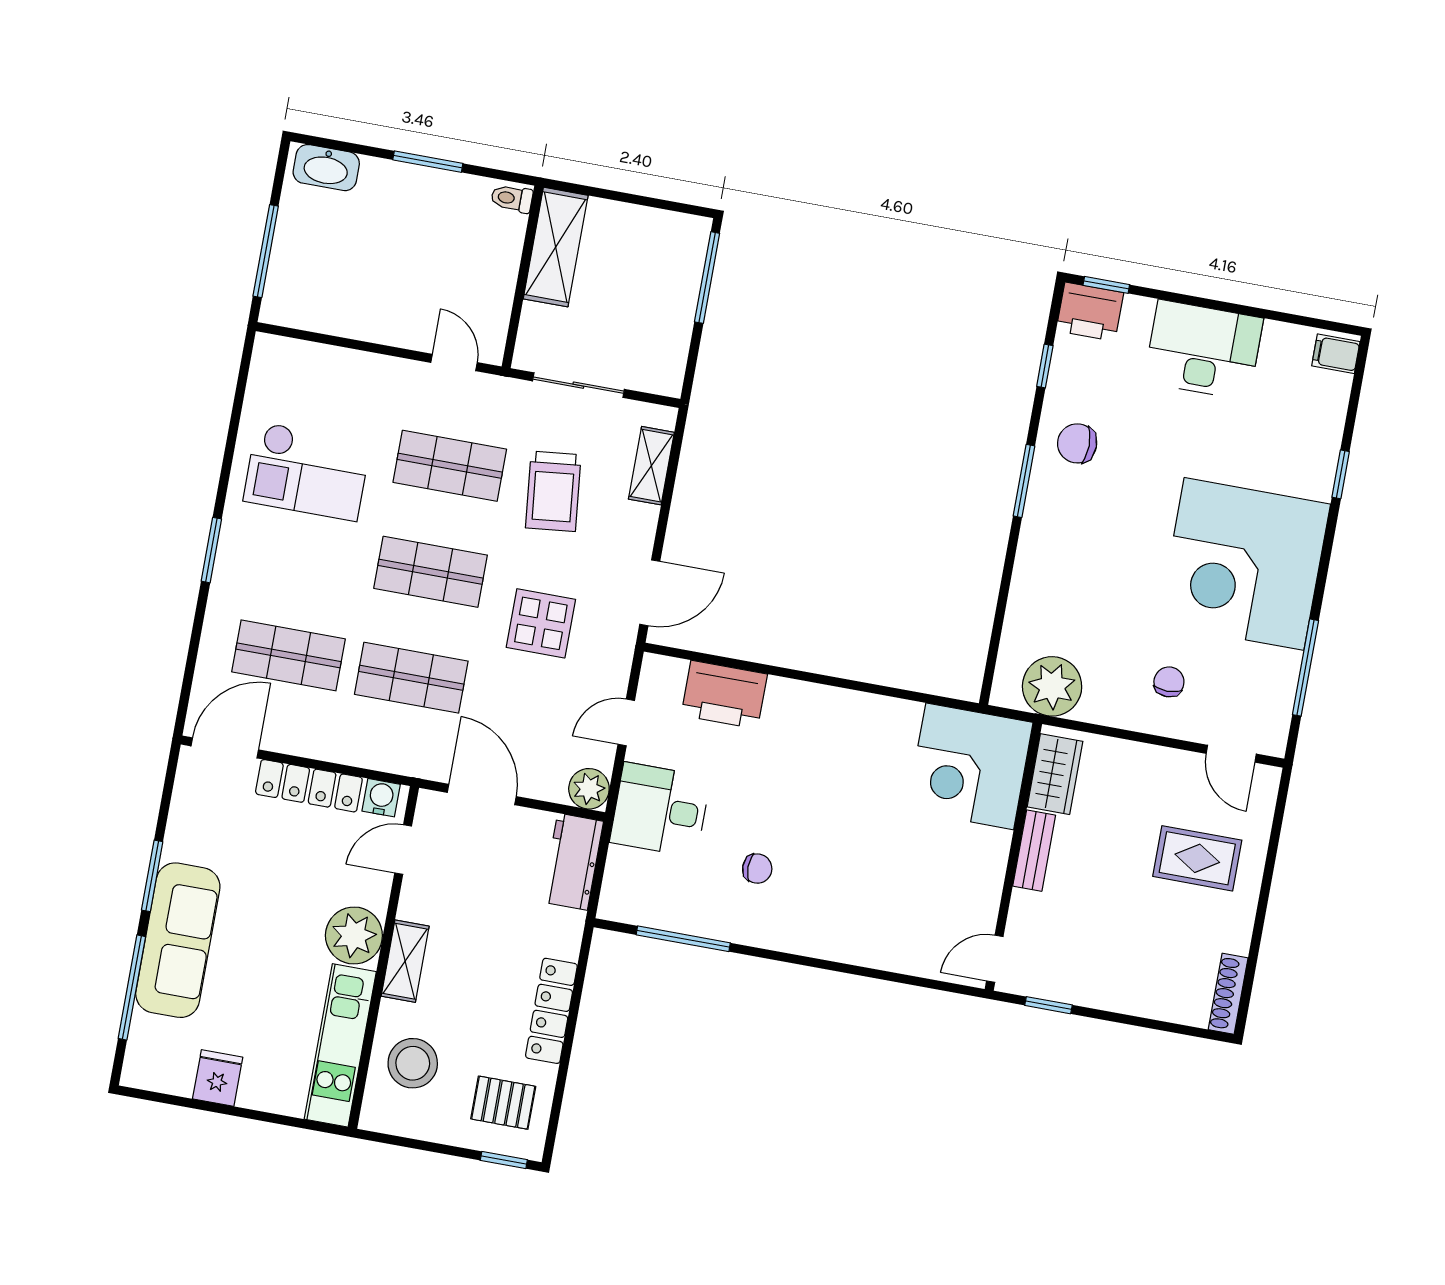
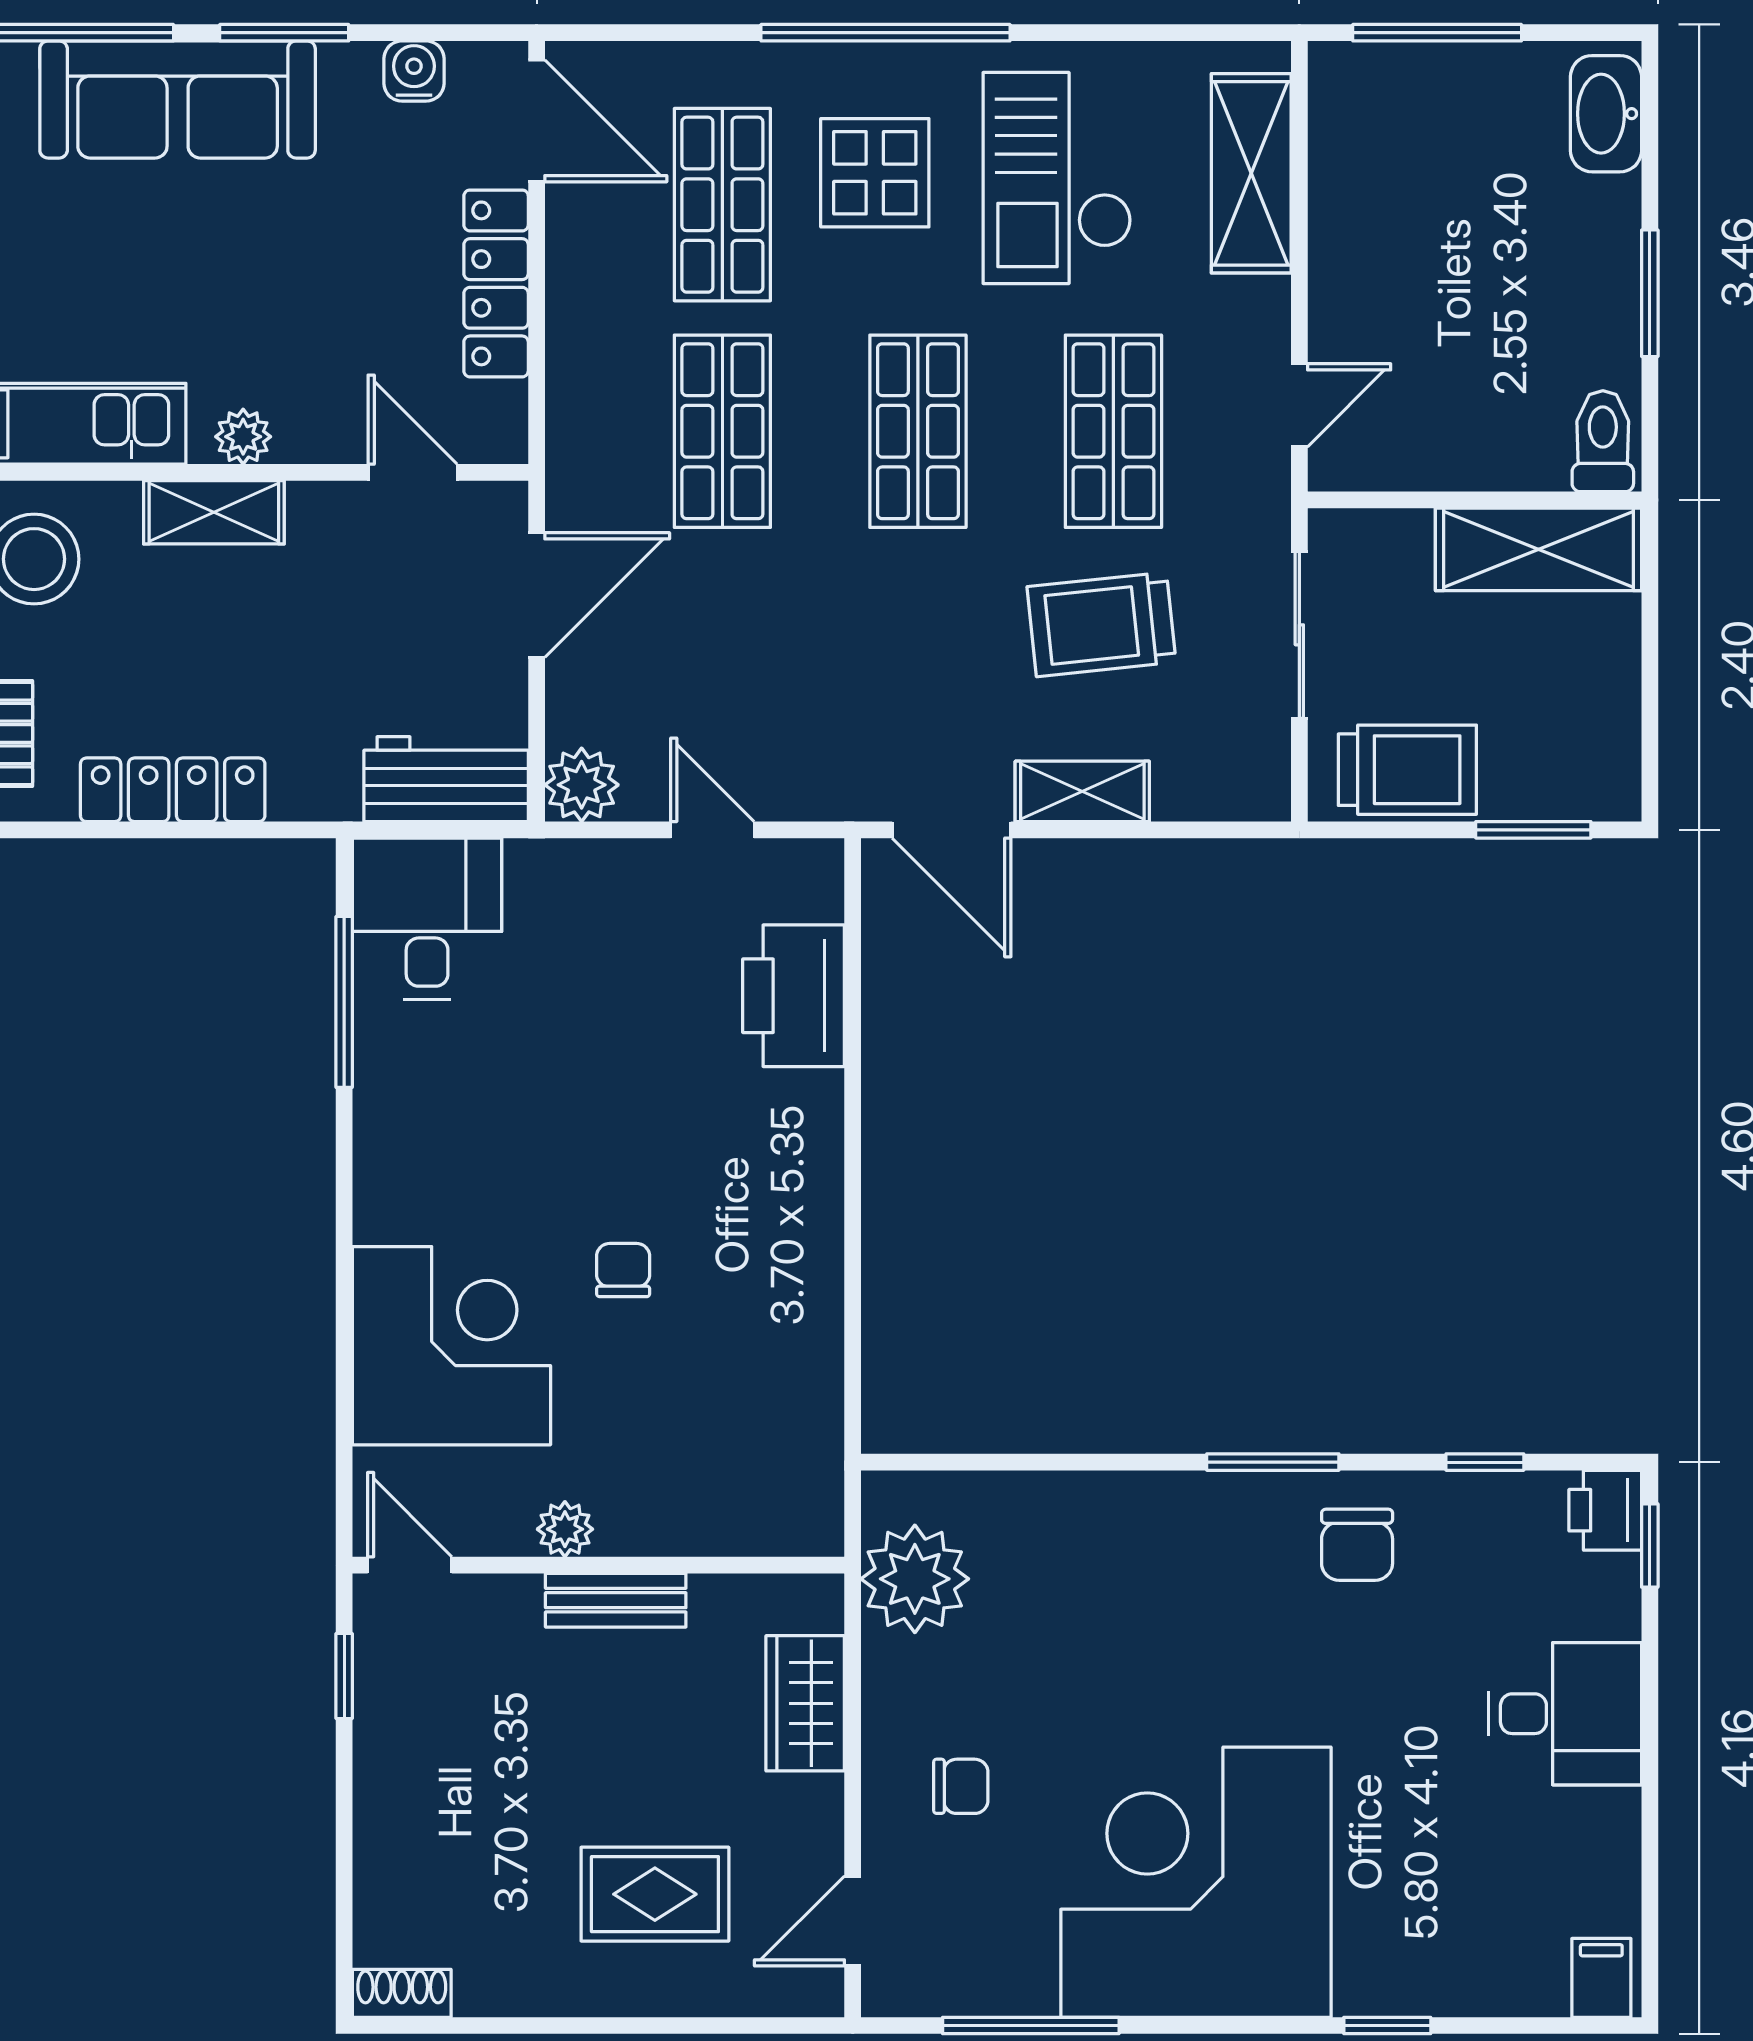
toilet: (512, 198) -> (1603, 441), width x1.37, depth x1.39
window: (707, 278) -> (1533, 830), width x0.69
printer: (1090, 312) -> (1605, 1510), width x0.73, depth x0.81
trolley: (662, 340) -> (1407, 770), added
desk: (1203, 350) -> (1565, 1714), width x0.73
shelving: (324, 366) -> (1251, 173), added
chair: (1077, 443) -> (1357, 1545), turned 180
shelving: (651, 466) -> (1082, 791), moved
window: (211, 550) -> (886, 33), width x2.11
display table: (541, 623) -> (875, 173), moved
corner desk: (970, 766) -> (451, 1346), moved, turned 90
wardrobe: (1055, 774) -> (805, 1703), moved, turned 90
water cooler: (381, 798) -> (414, 71), moved, turned -90
desk: (660, 810) -> (427, 919), moved
rug: (1197, 858) -> (655, 1894), turned 90
chair: (757, 869) -> (623, 1270), moved, turned 180
plant: (991, 871) -> (565, 1529), added
plant: (354, 936) -> (243, 437), width x0.53, depth x0.53
shoe rack: (1228, 994) -> (402, 1993), width x0.70

